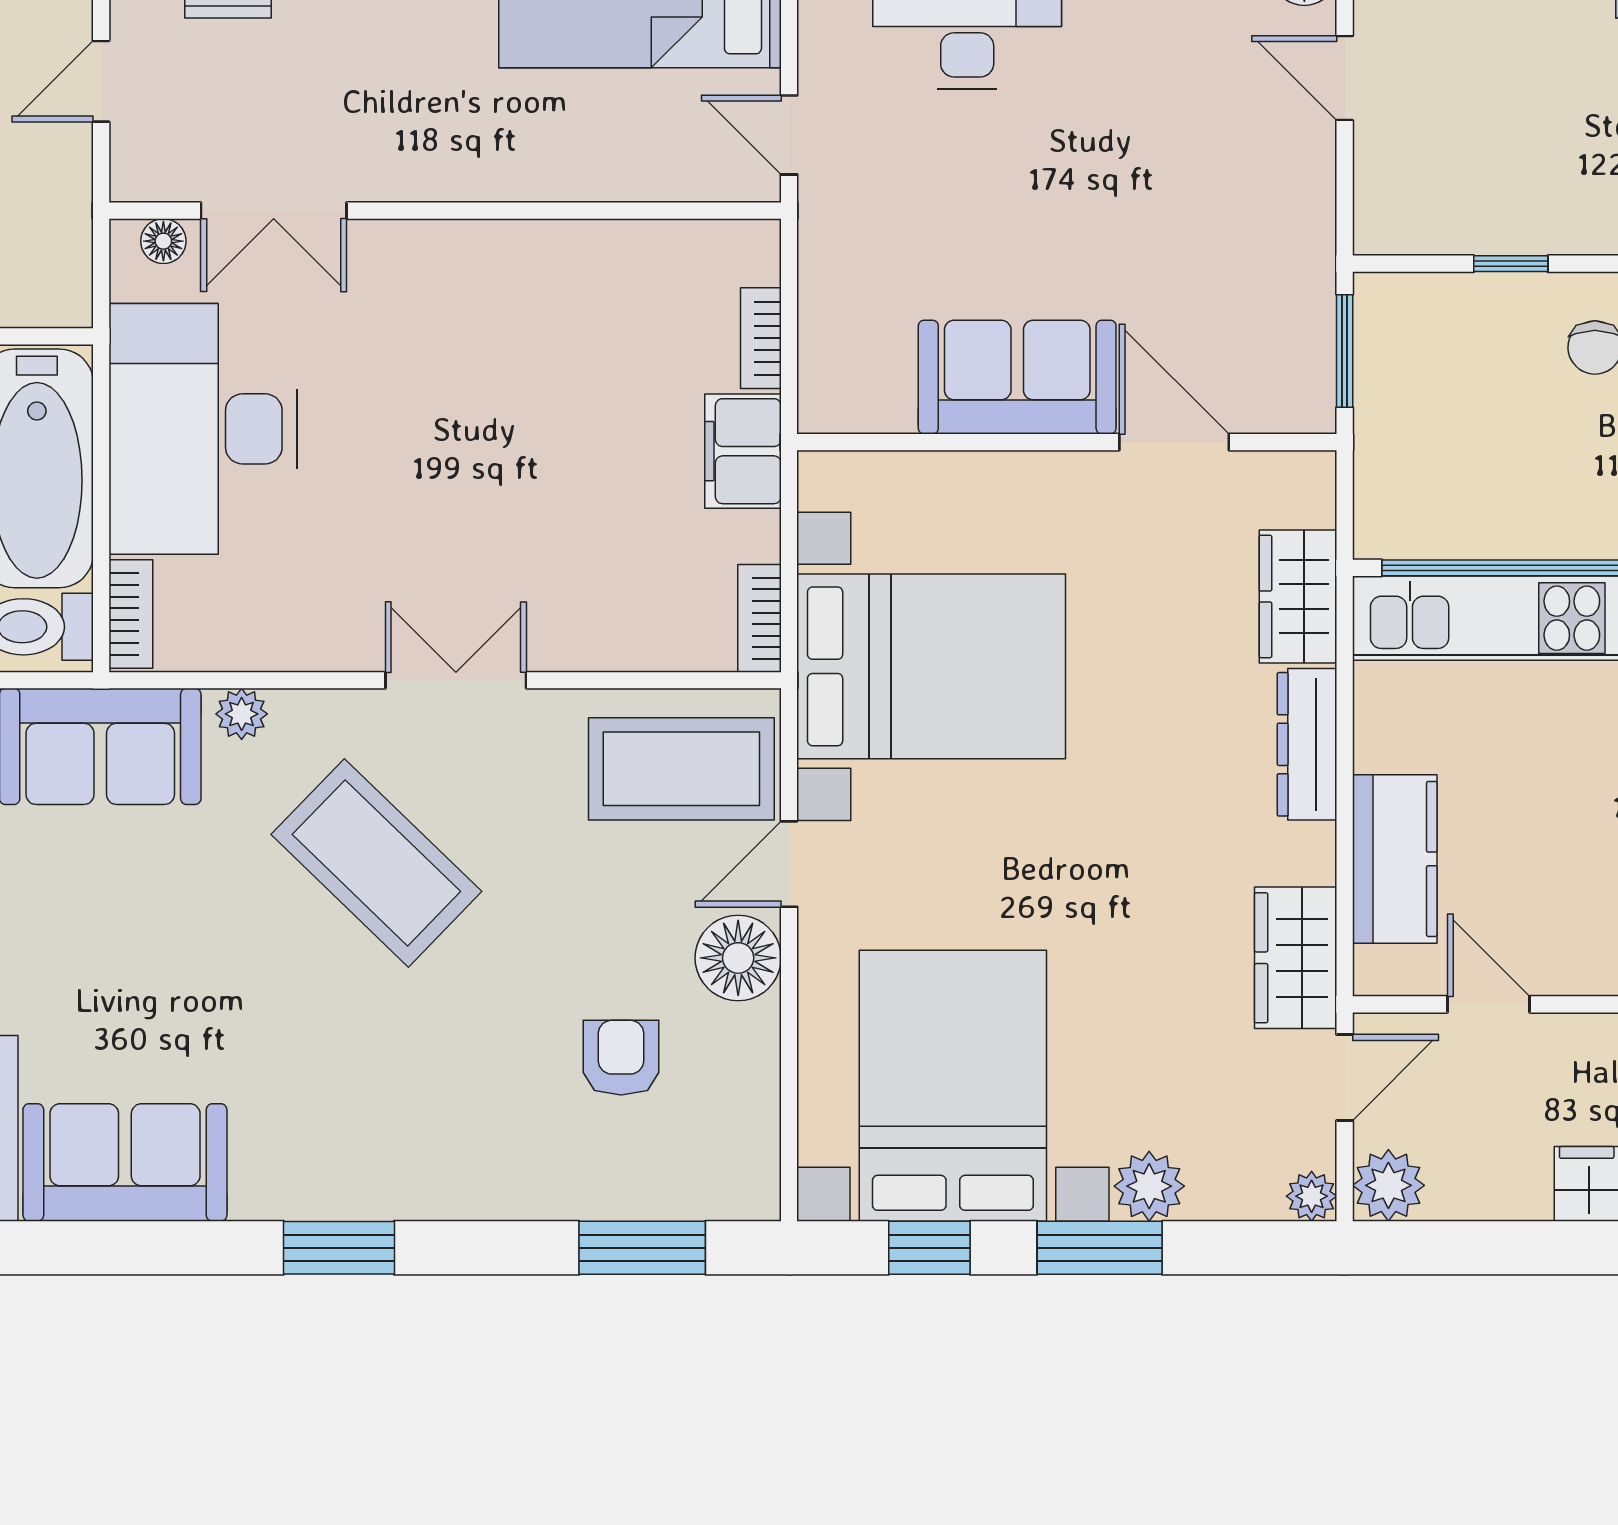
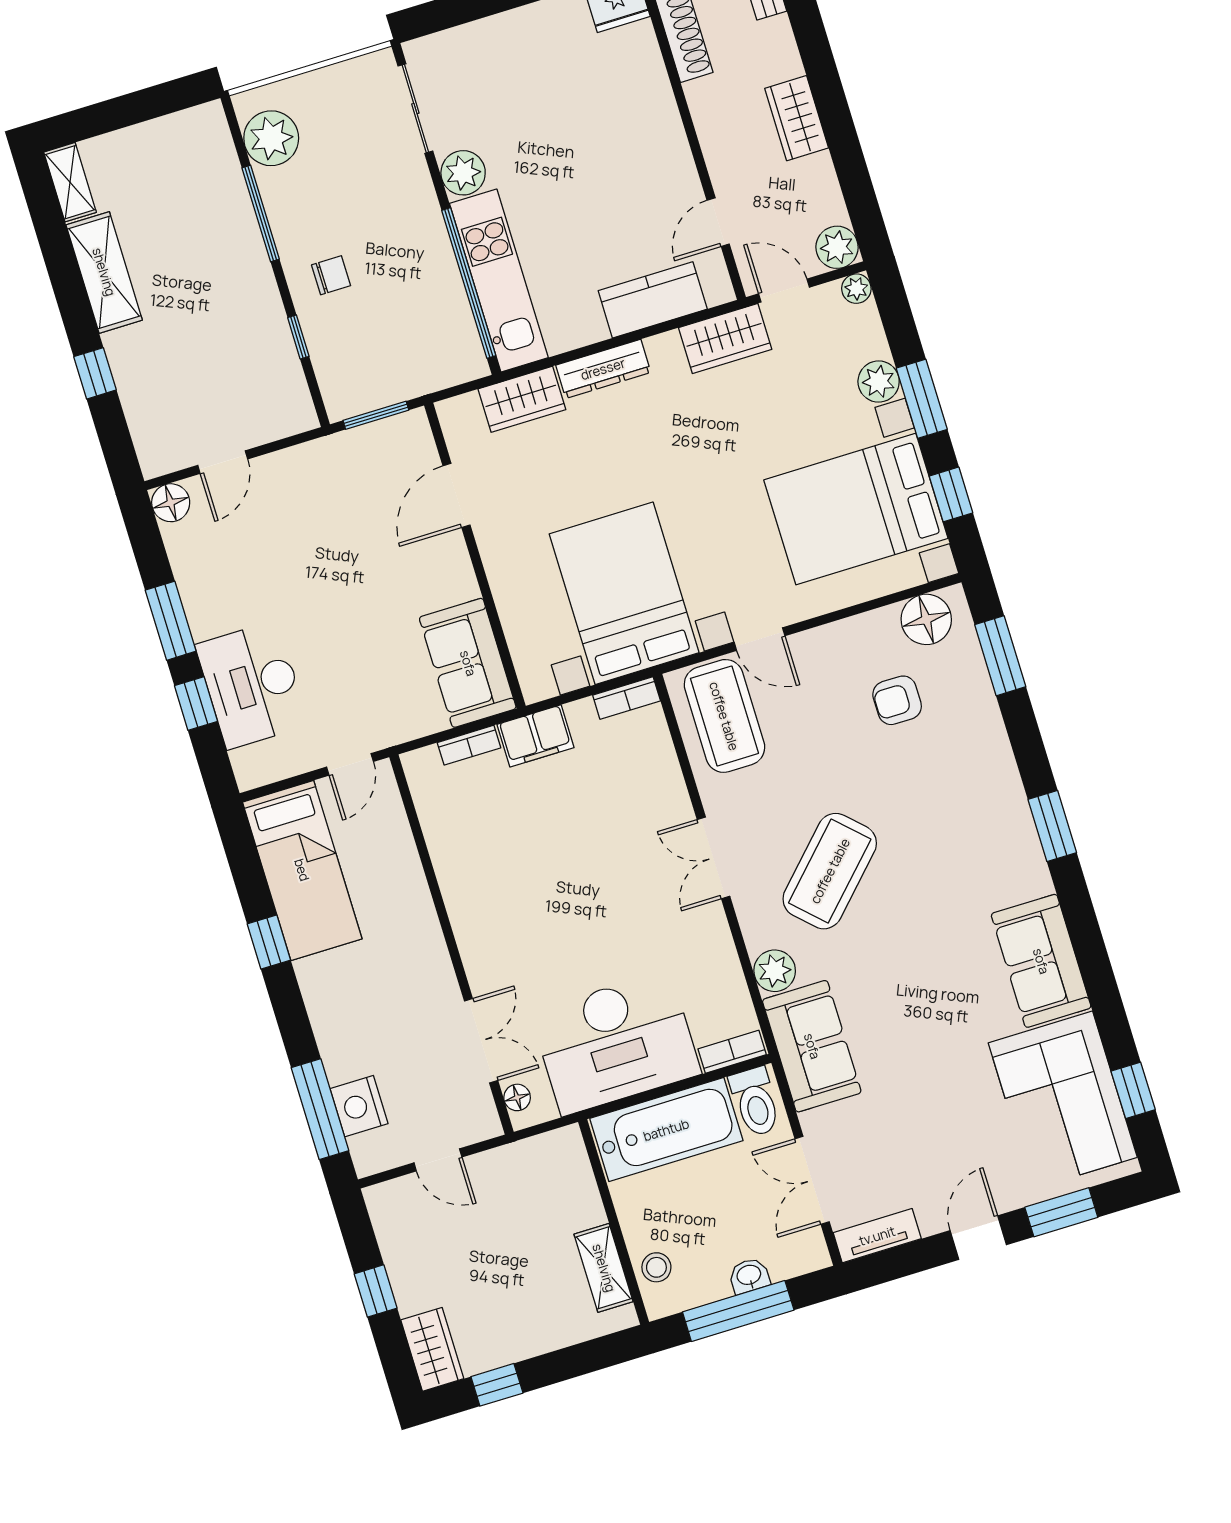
sofa: (1017, 377) -> (468, 663), moved
plant: (242, 714) -> (775, 971), width x1.38, depth x1.38
floor lamp: (738, 958) -> (926, 619), moved

